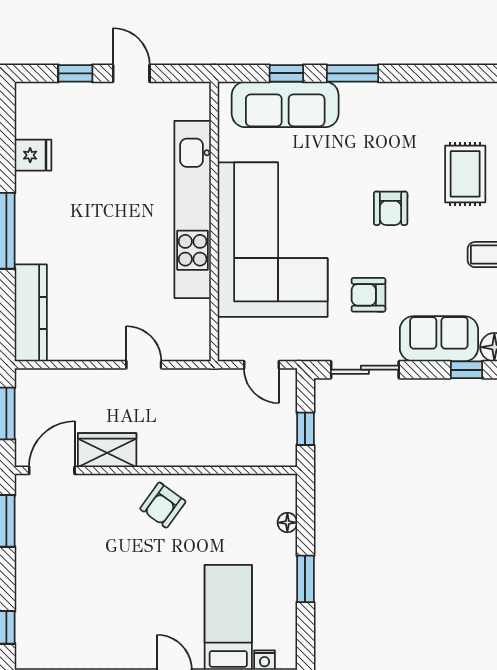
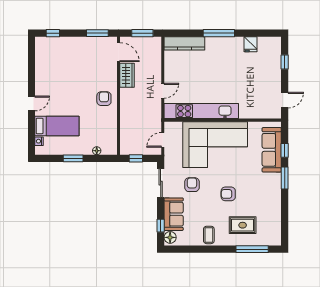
door: (131, 73) -> (285, 100), moved
kitchen unit: (193, 209) -> (201, 111), moved
armchair: (163, 505) -> (104, 99), turned 54

